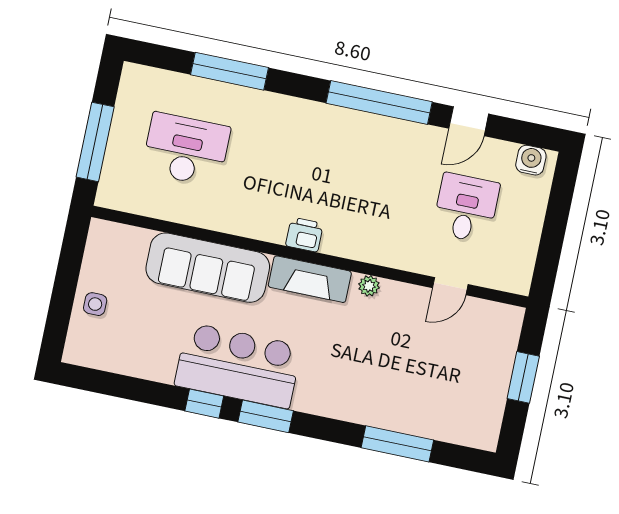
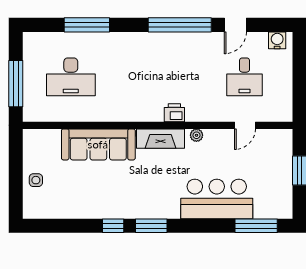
desk: (186, 149) -> (71, 77), turned 180
desk: (466, 208) -> (245, 77), turned 180
printer: (304, 235) -> (174, 113), moved
bar counter: (238, 366) -> (217, 199), moved
window: (397, 444) -> (256, 226), moved

